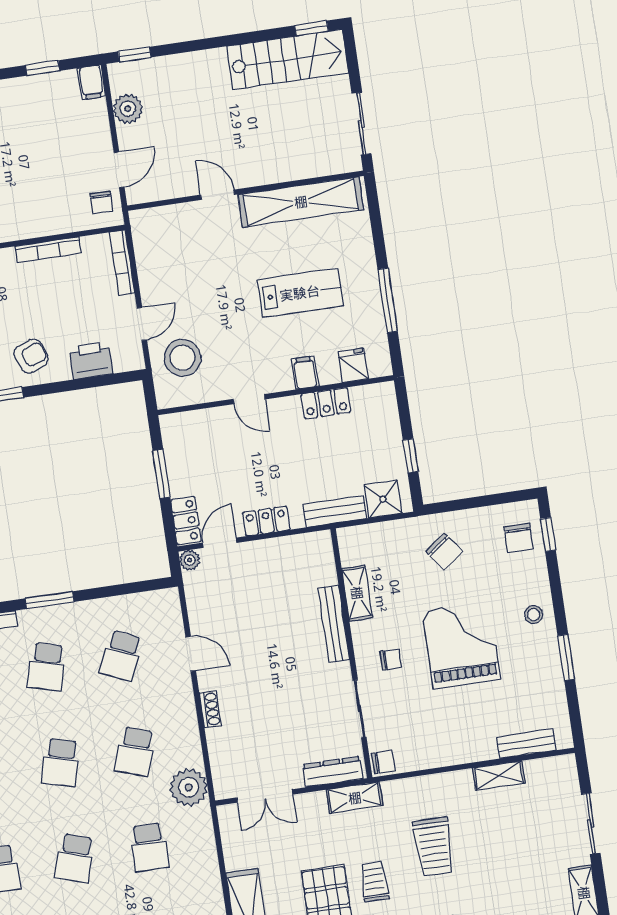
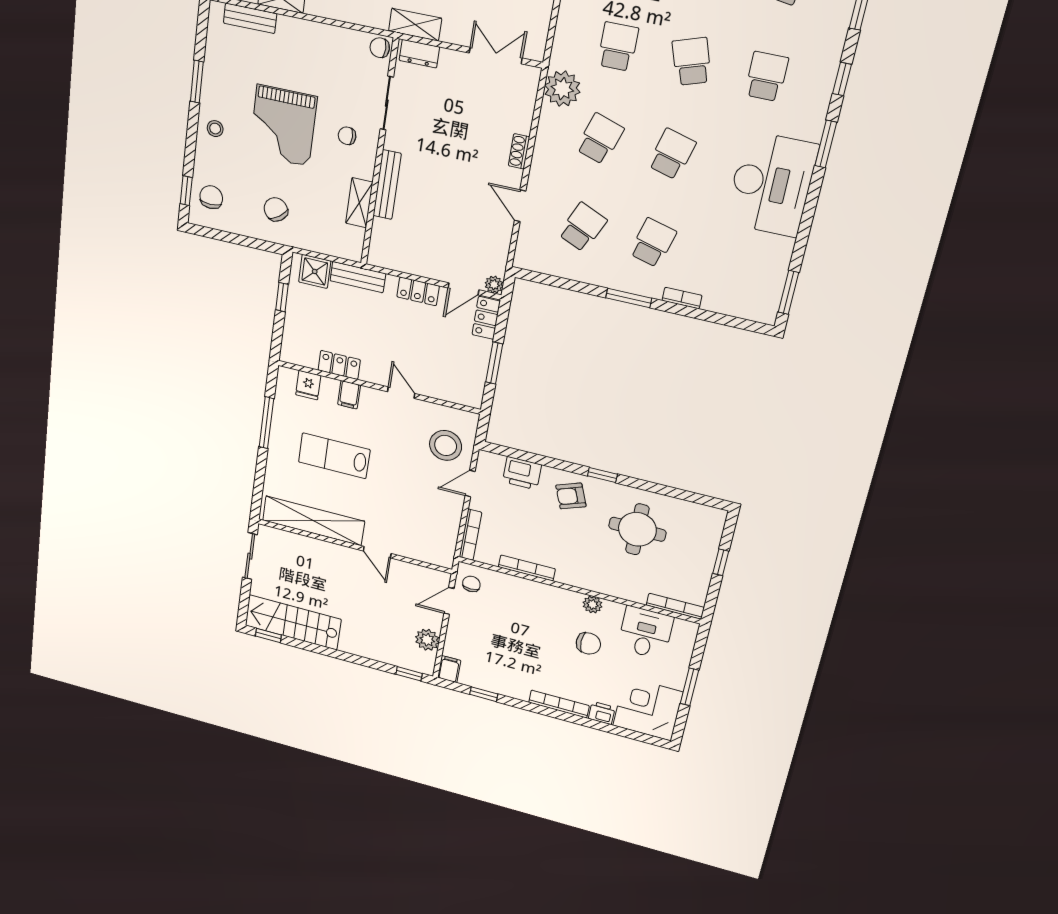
dresser: (333, 772) -> (419, 54), width x0.70
school desk: (75, 858) -> (692, 61), turned -36

